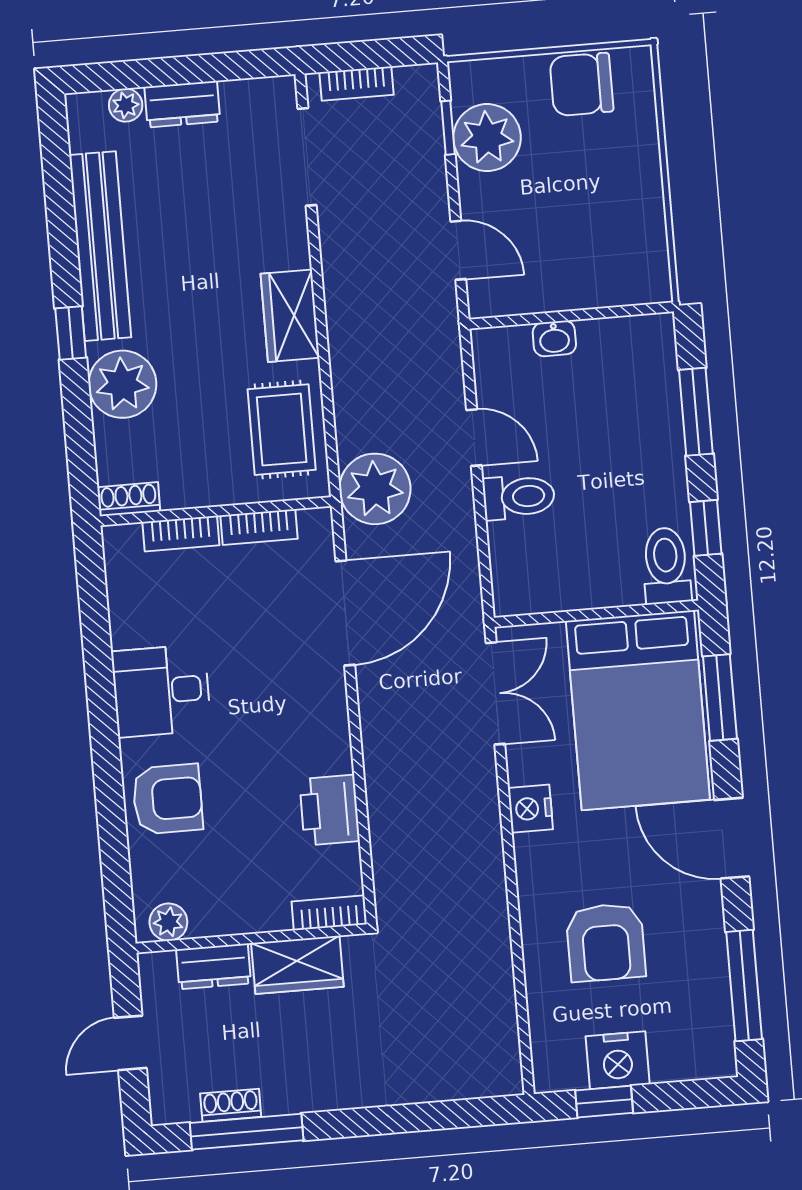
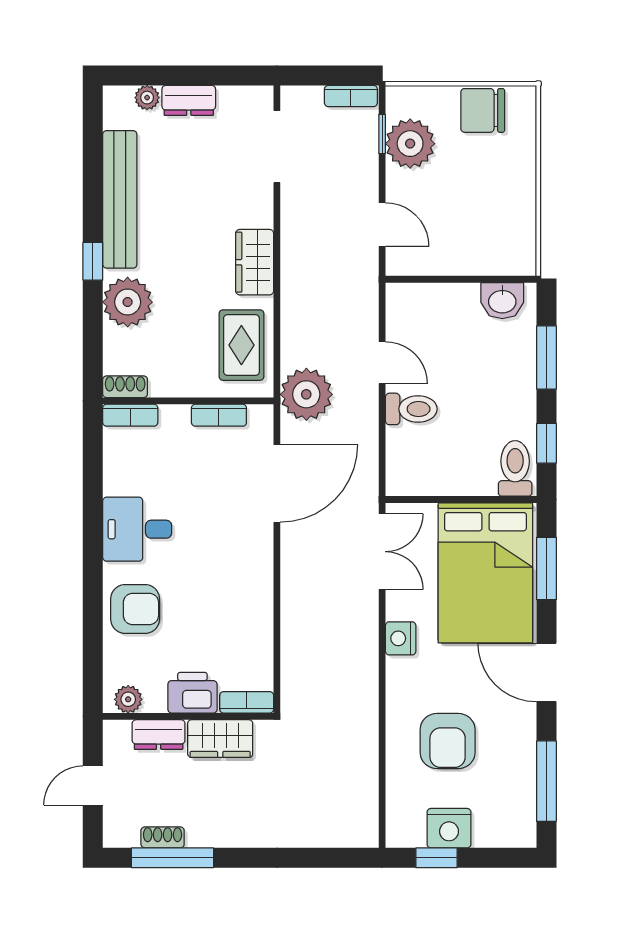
bookcase: (357, 84) -> (351, 96), moved
washbasin: (554, 338) -> (502, 301), moved, width x1.38, depth x1.45
bookcase: (181, 534) -> (130, 415), moved
printer: (330, 810) -> (192, 693), moved, turned 90

